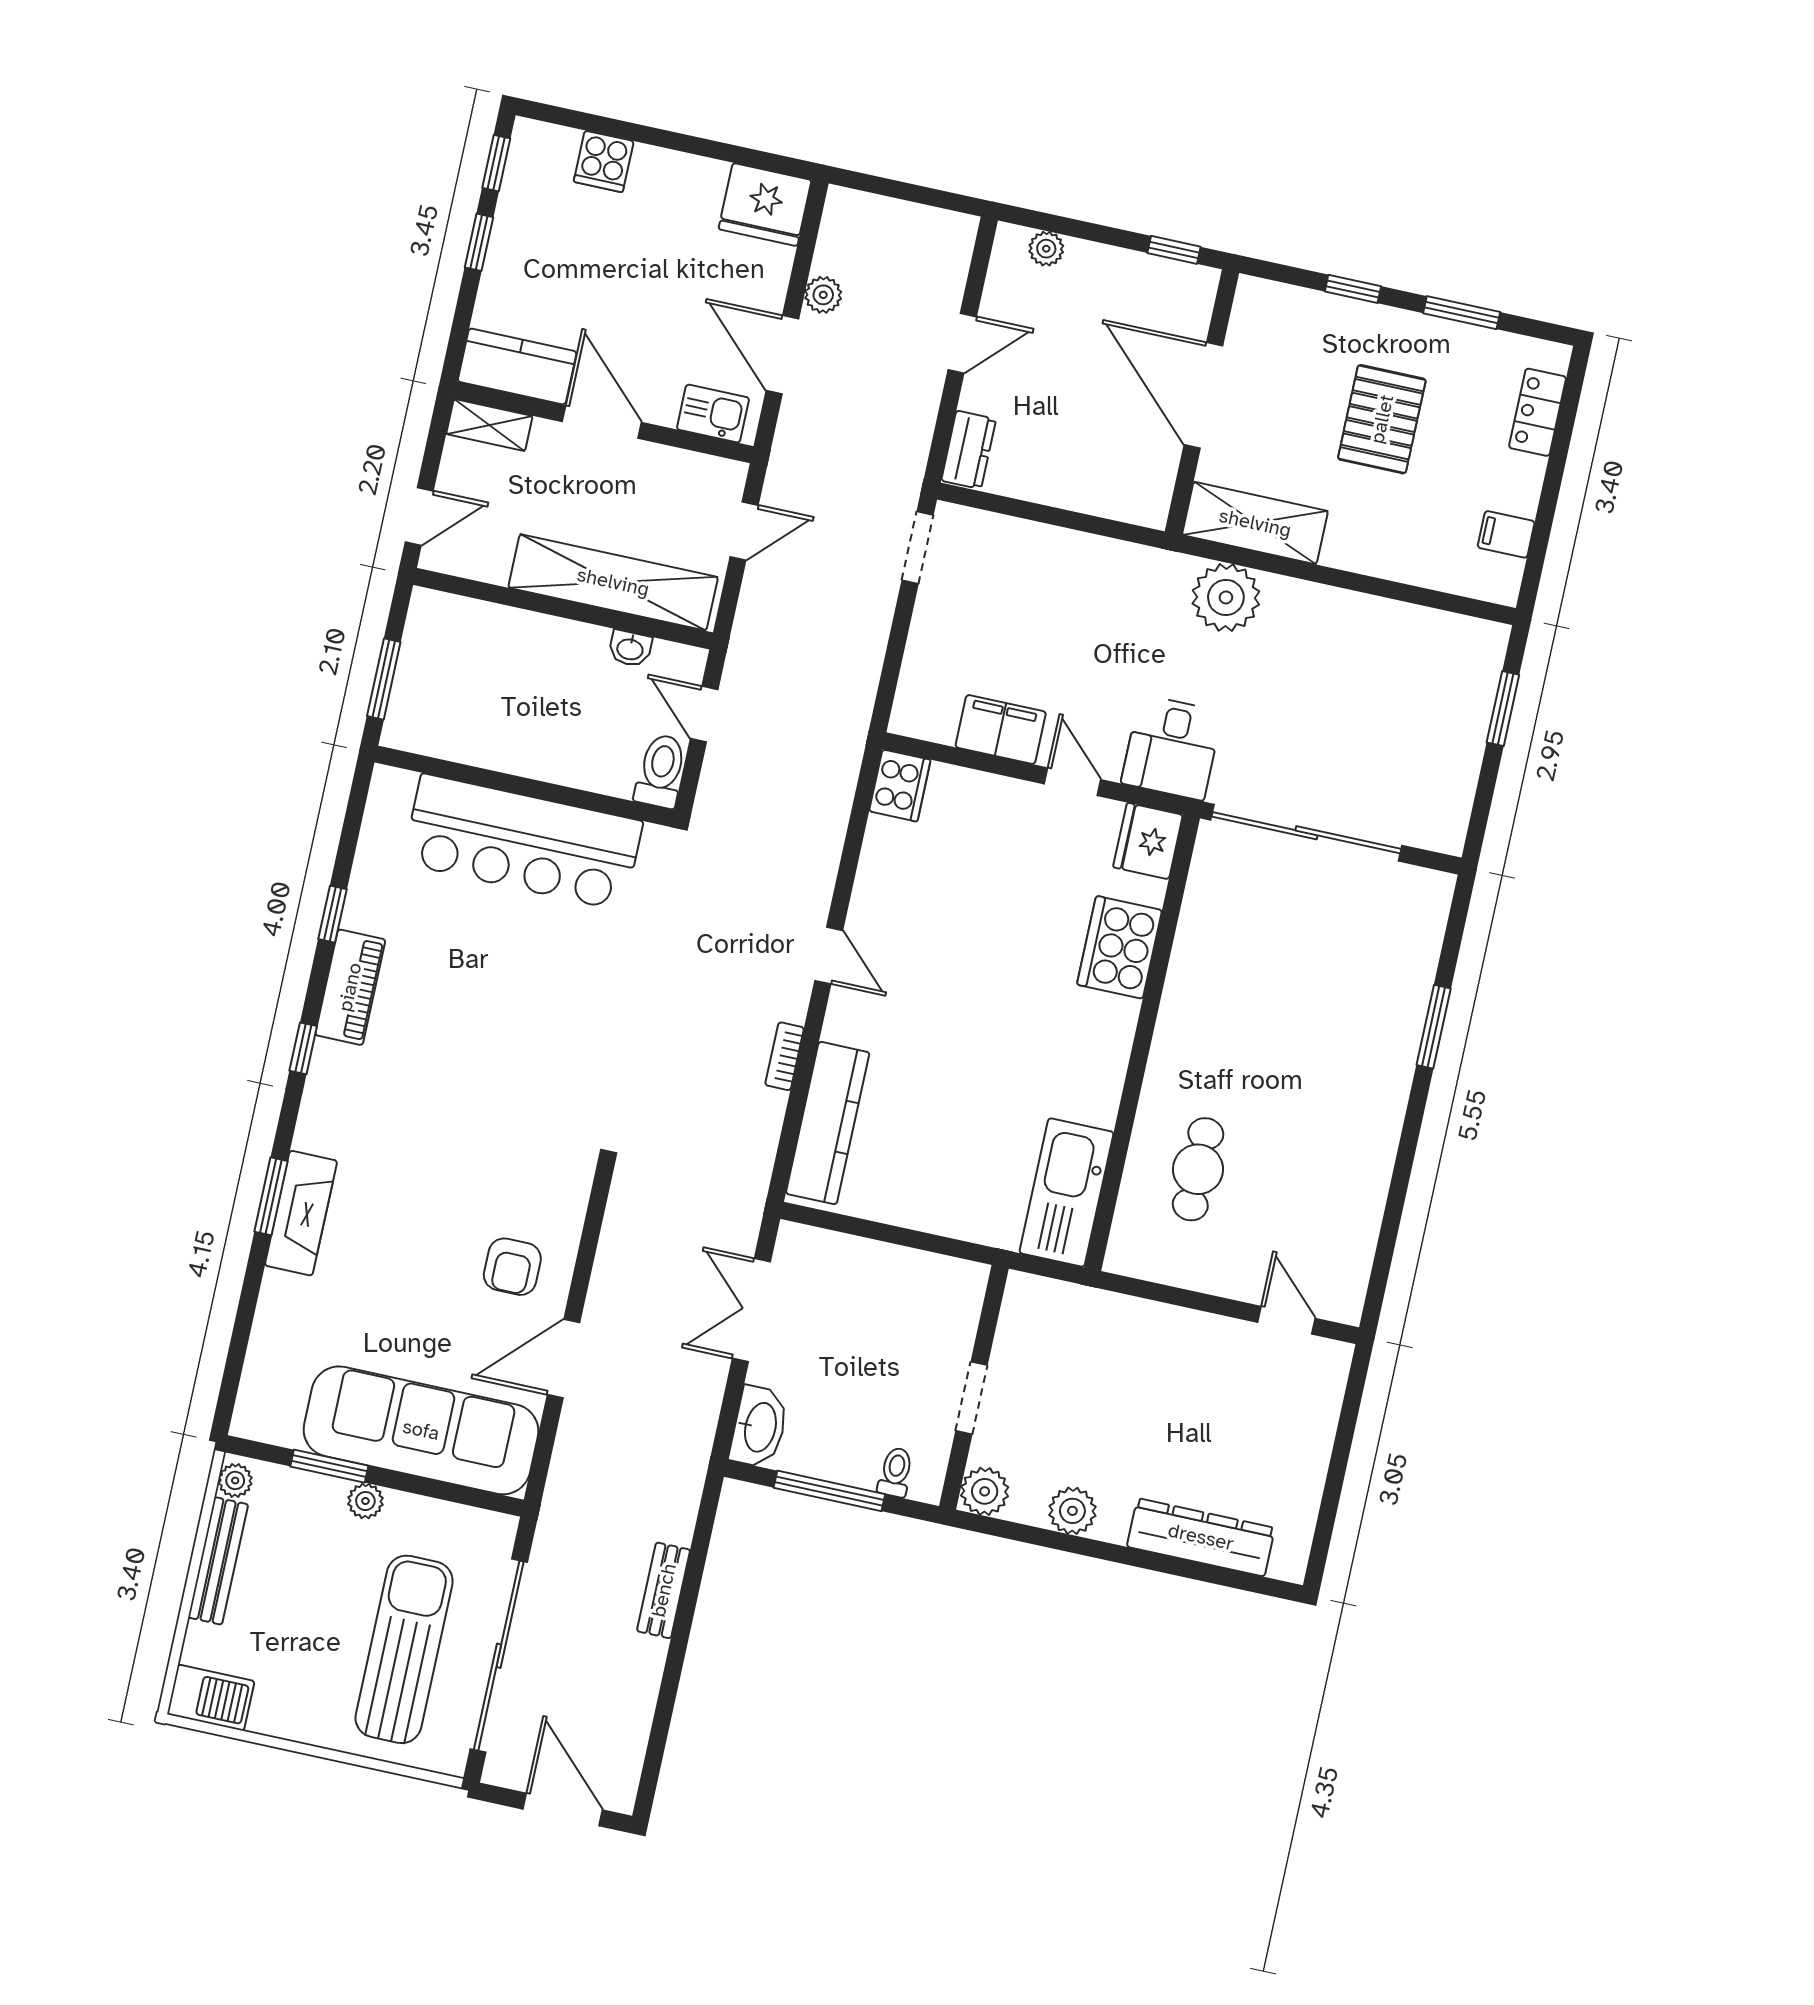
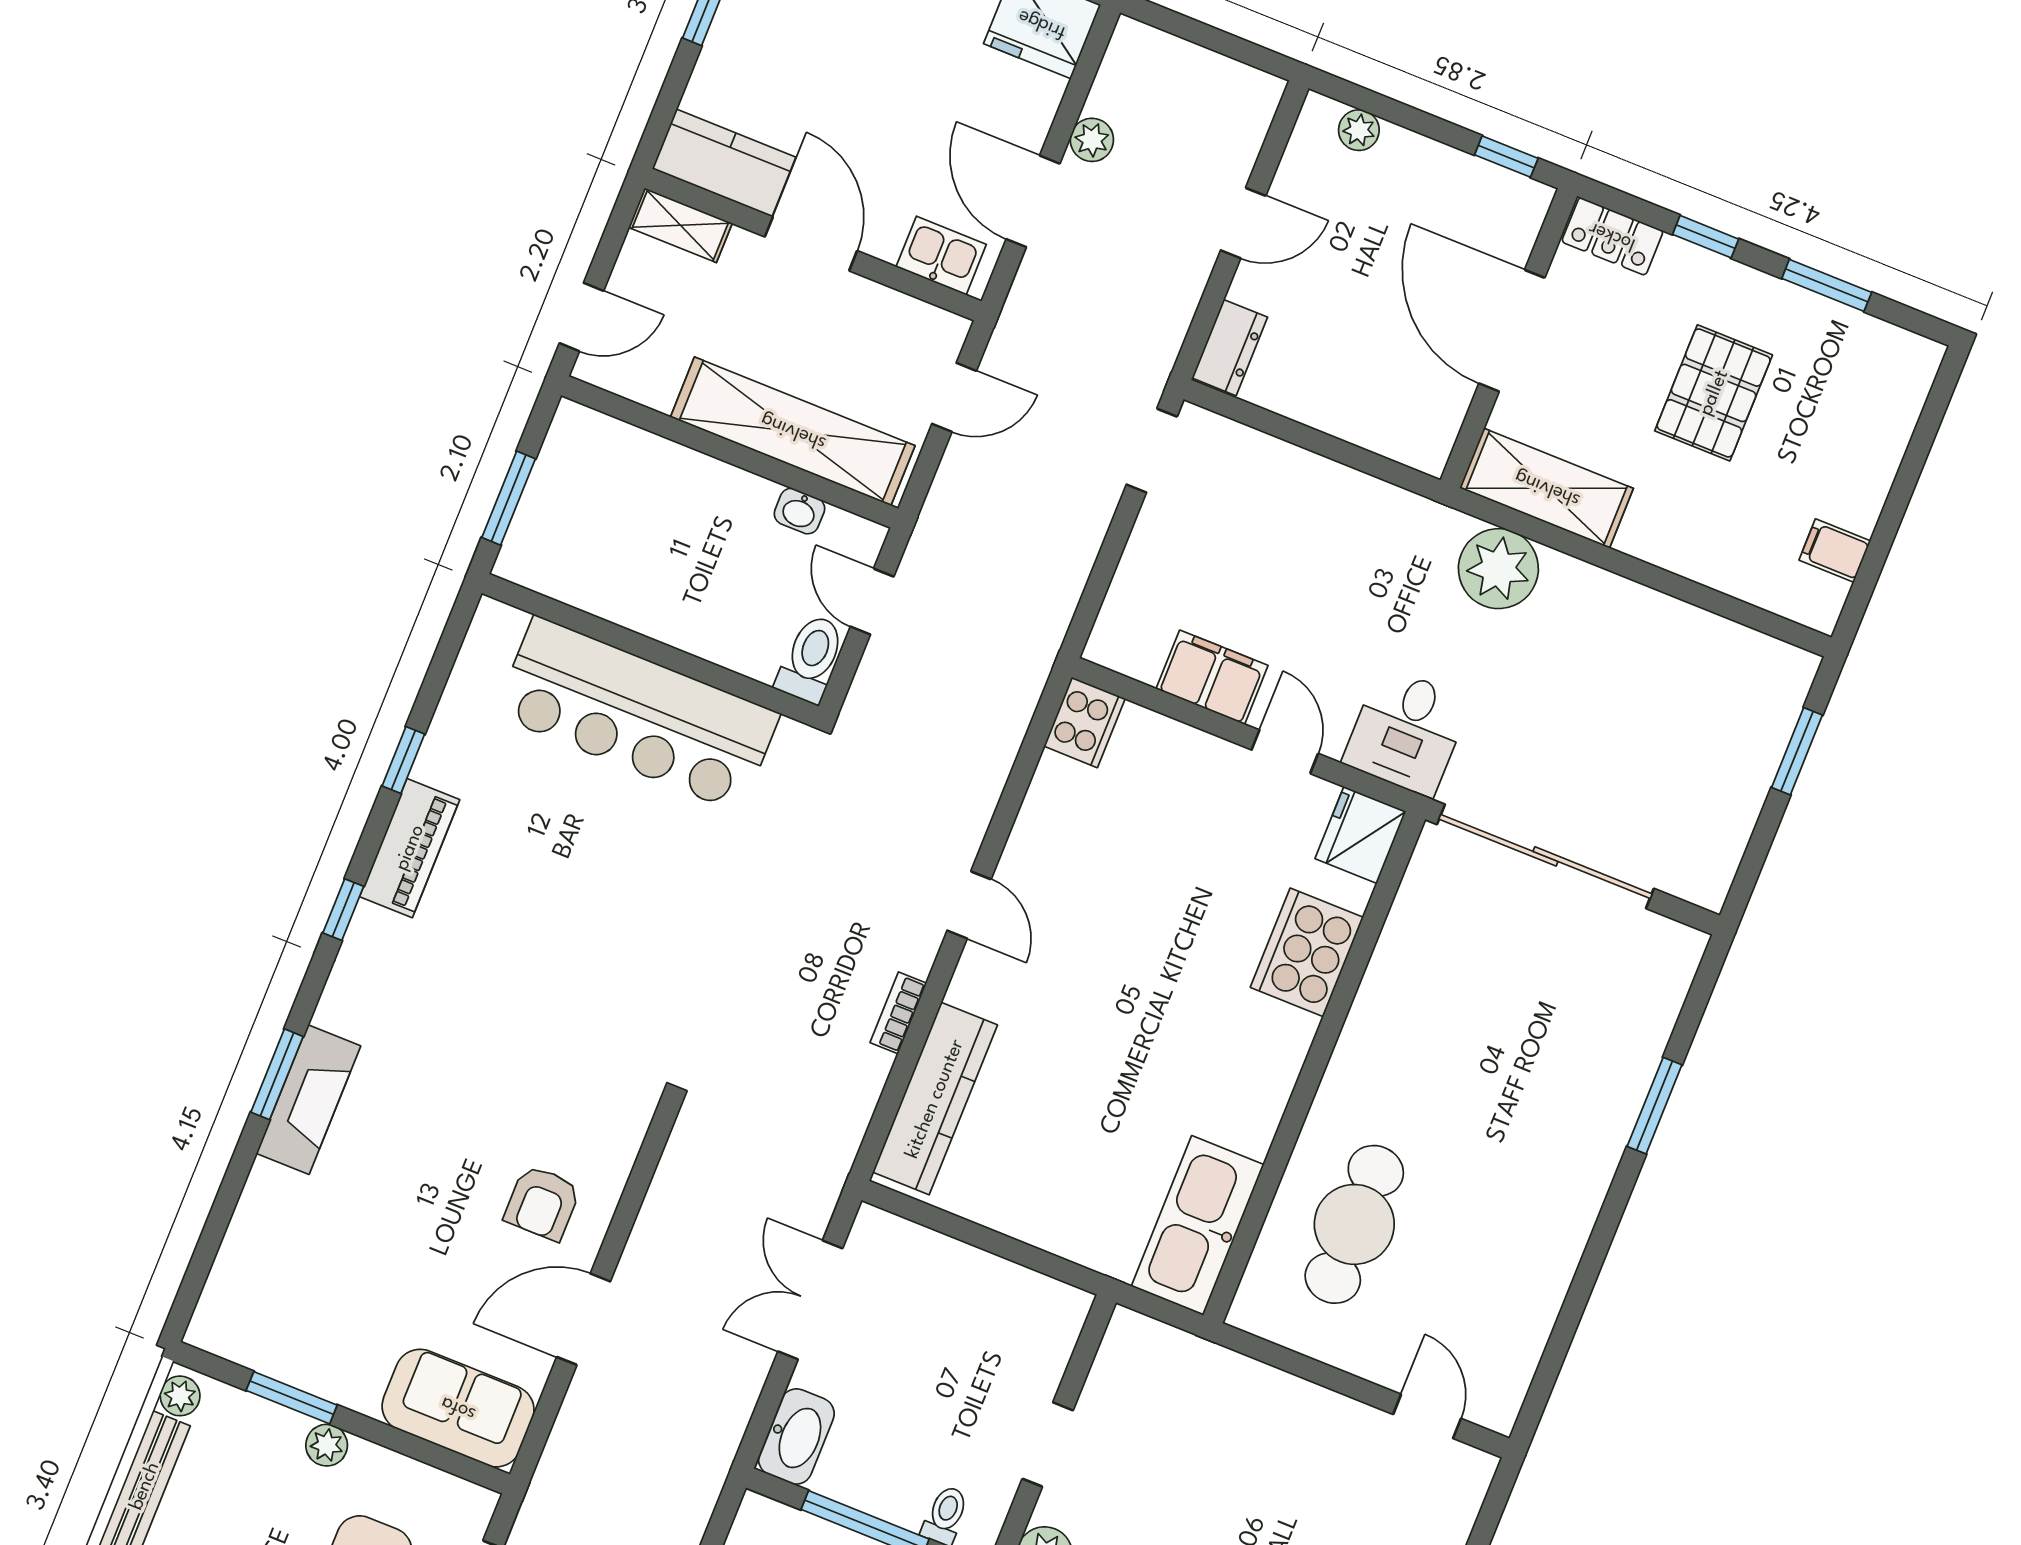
locker: (1538, 412) -> (1612, 236), moved, turned -90
cafe table: (1198, 1169) -> (1354, 1224), width x1.37, depth x1.35
sofa: (421, 1430) -> (458, 1408), width x0.54, depth x0.79

